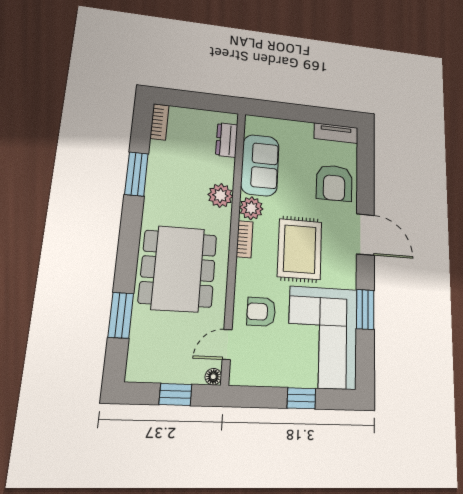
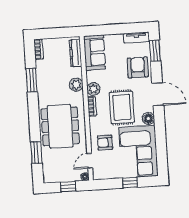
dresser: (227, 140) -> (76, 53), width x1.44
sofa: (260, 165) -> (95, 53), moved
armchair: (334, 183) -> (138, 67), turned 180
floor lamp: (346, 276) -> (148, 119), added
window: (365, 309) -> (155, 51), moved

